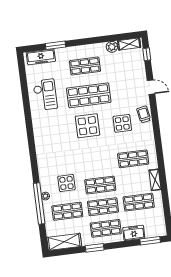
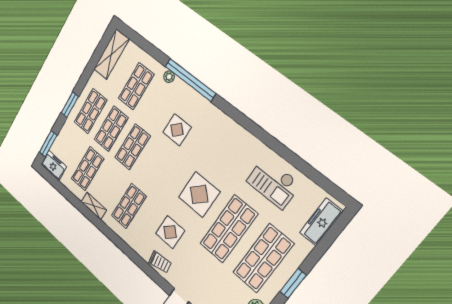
window: (56, 45) -> (293, 283), moved
shop shelf: (85, 66) -> (263, 258), width x1.43, depth x1.36
display table: (66, 183) -> (177, 130), moved
window: (39, 203) -> (190, 80), moved
freezer: (134, 233) -> (54, 166), moved, turned -90
window: (95, 248) -> (70, 105), moved

